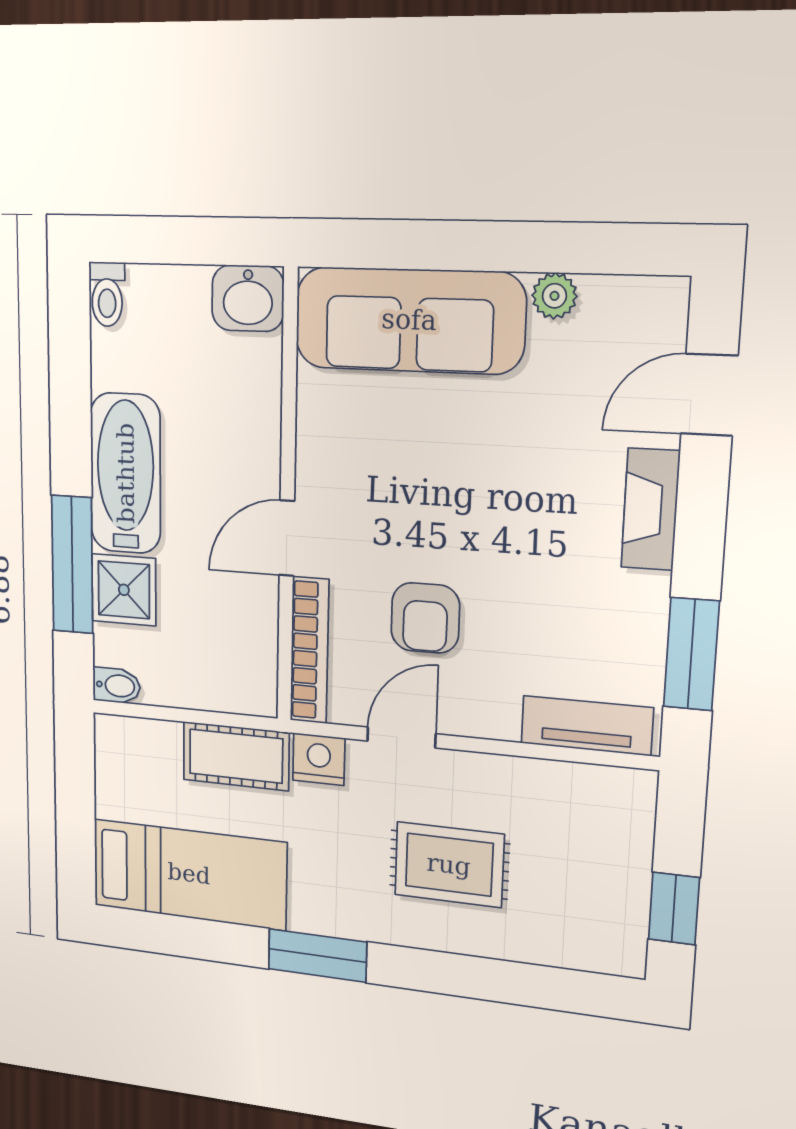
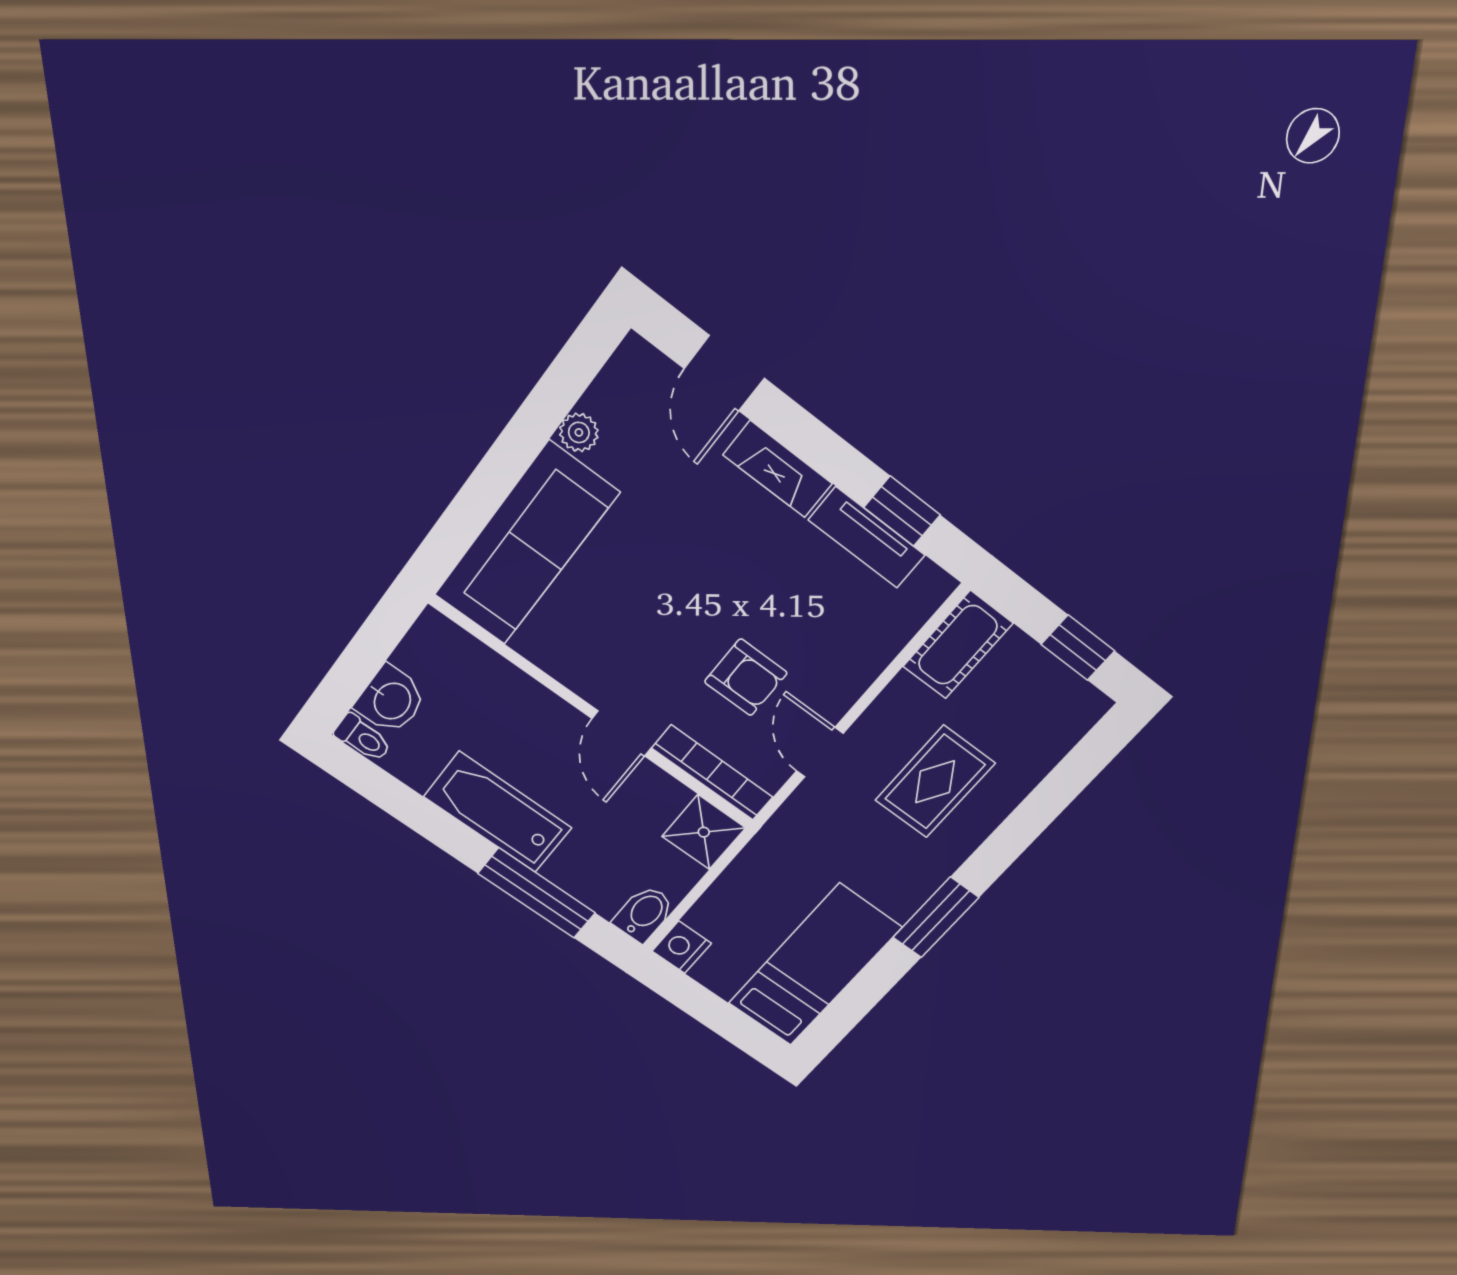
washbasin: (248, 298) -> (391, 700), moved
shower: (124, 590) -> (704, 832), moved
window: (691, 654) -> (902, 511), width x0.67
bidet: (117, 686) -> (644, 914), width x1.38, depth x1.36
tv unit: (587, 726) -> (867, 538), moved, turned -90
cot: (236, 756) -> (958, 645), moved
nightstand: (319, 759) -> (682, 947), moved

